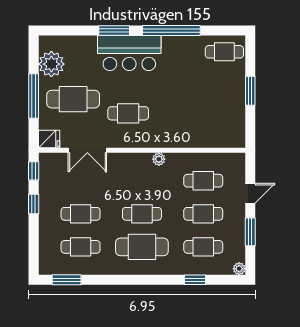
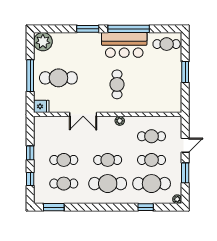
bar counter: (129, 53) -> (124, 45), moved
plant: (51, 64) -> (43, 42), moved
cafe table: (128, 113) -> (117, 84), moved, turned 90
double door: (87, 150) -> (83, 114), moved
window: (34, 171) -> (30, 179), moved
cafe table: (203, 247) -> (152, 184), width x1.37, depth x1.35

